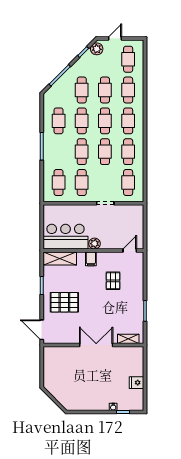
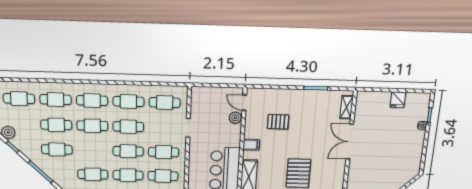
cafe table: (82, 121) -> (128, 175), moved
plant: (95, 244) -> (235, 118), moved

